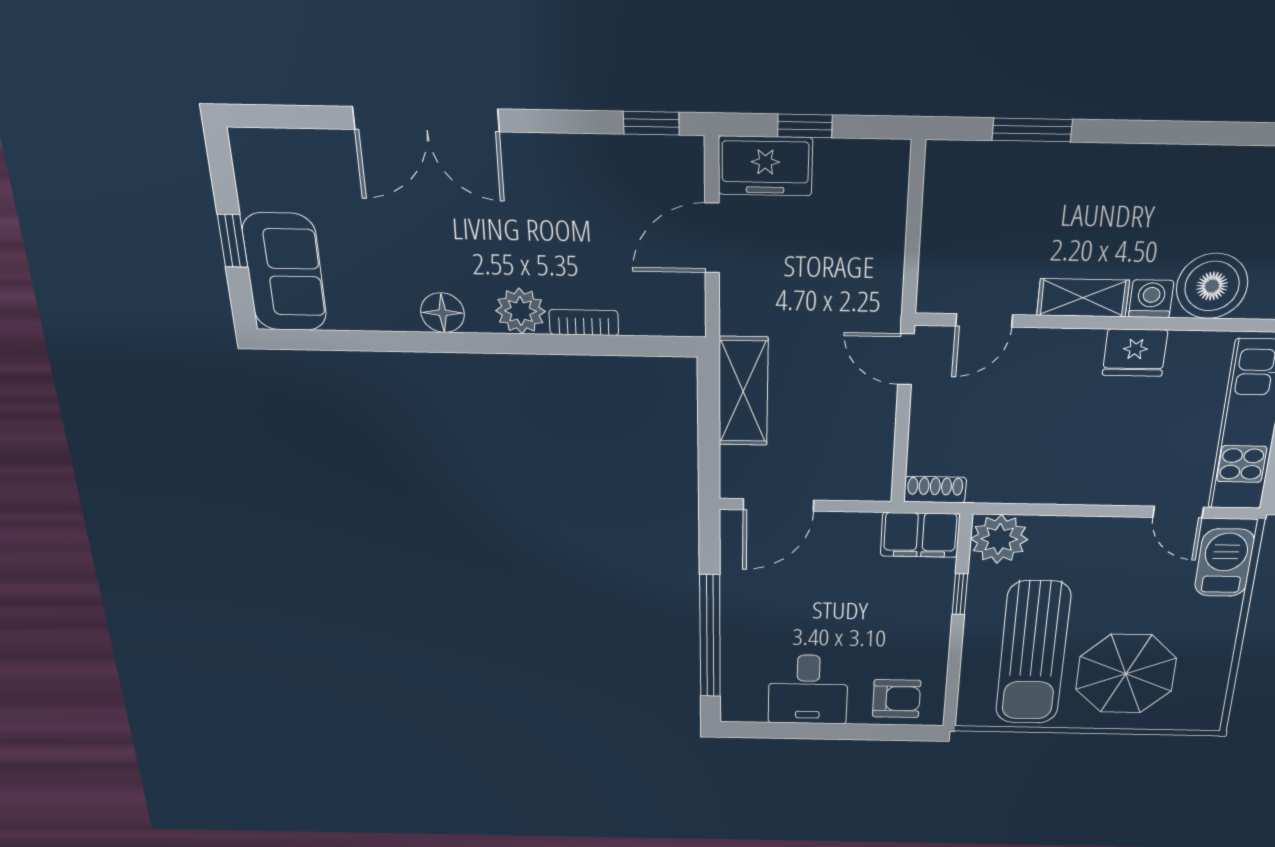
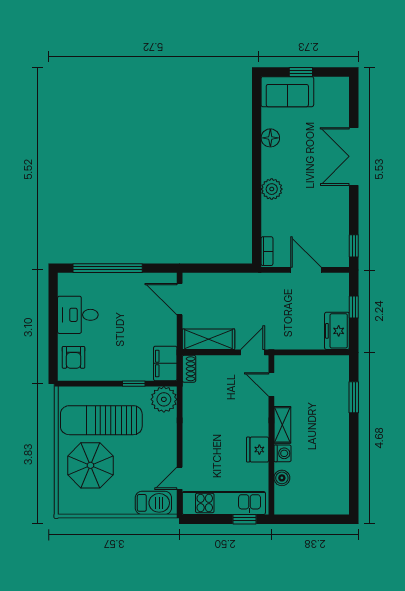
freezer: (765, 166) -> (337, 331), moved
boiler: (1212, 286) -> (282, 478), width x0.54, depth x0.54
floor lamp: (443, 313) -> (270, 138), moved
bookcase: (584, 323) -> (267, 251), moved
shelving: (743, 391) -> (209, 339), moved

